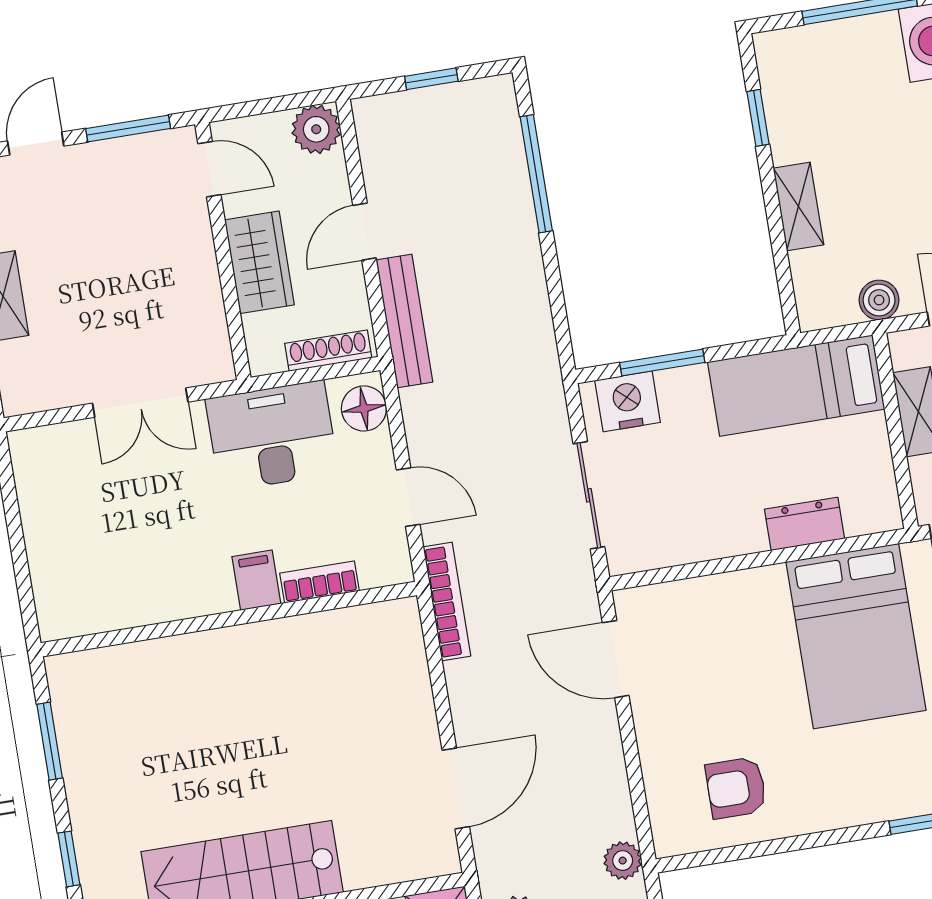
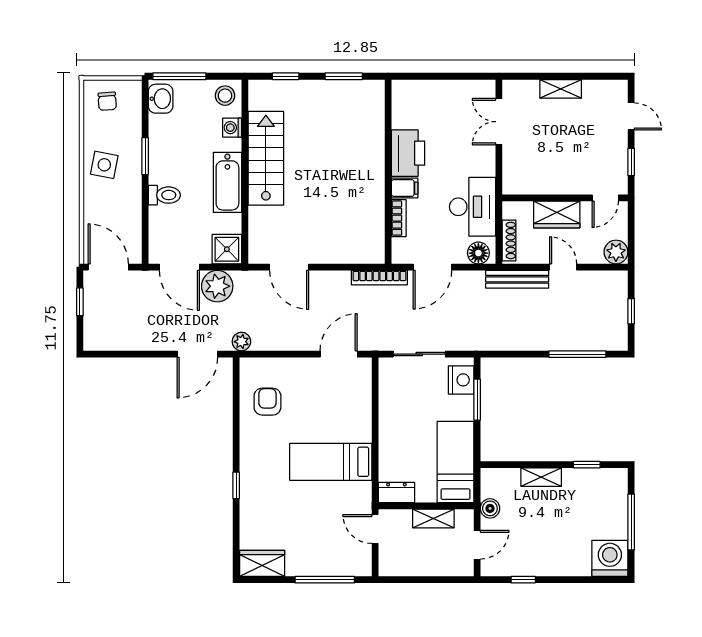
window: (128, 128) -> (631, 162), width x0.67
double door: (140, 403) -> (499, 122), moved
door: (408, 497) -> (432, 267), width x1.38
dresser: (804, 524) -> (396, 492), moved, turned -90
printer: (184, 585) -> (408, 153), added
bed: (856, 636) -> (331, 462), width x0.67

